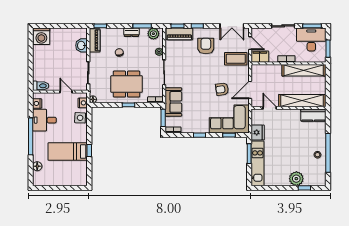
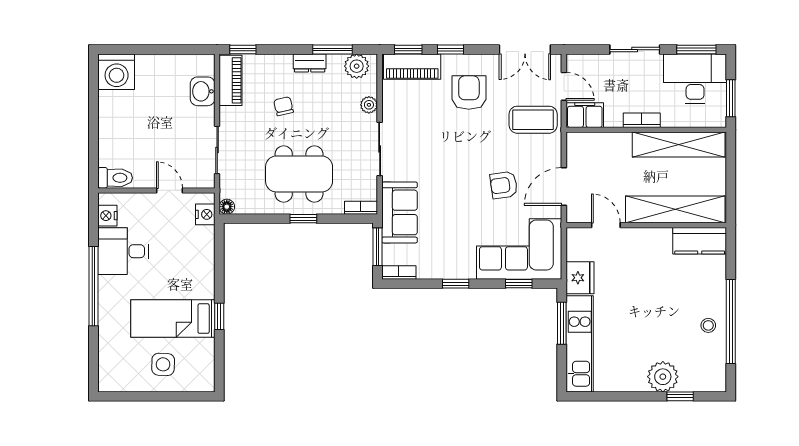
side table: (80, 118) -> (163, 364), moved
floor lamp: (37, 166) -> (108, 350), removed

